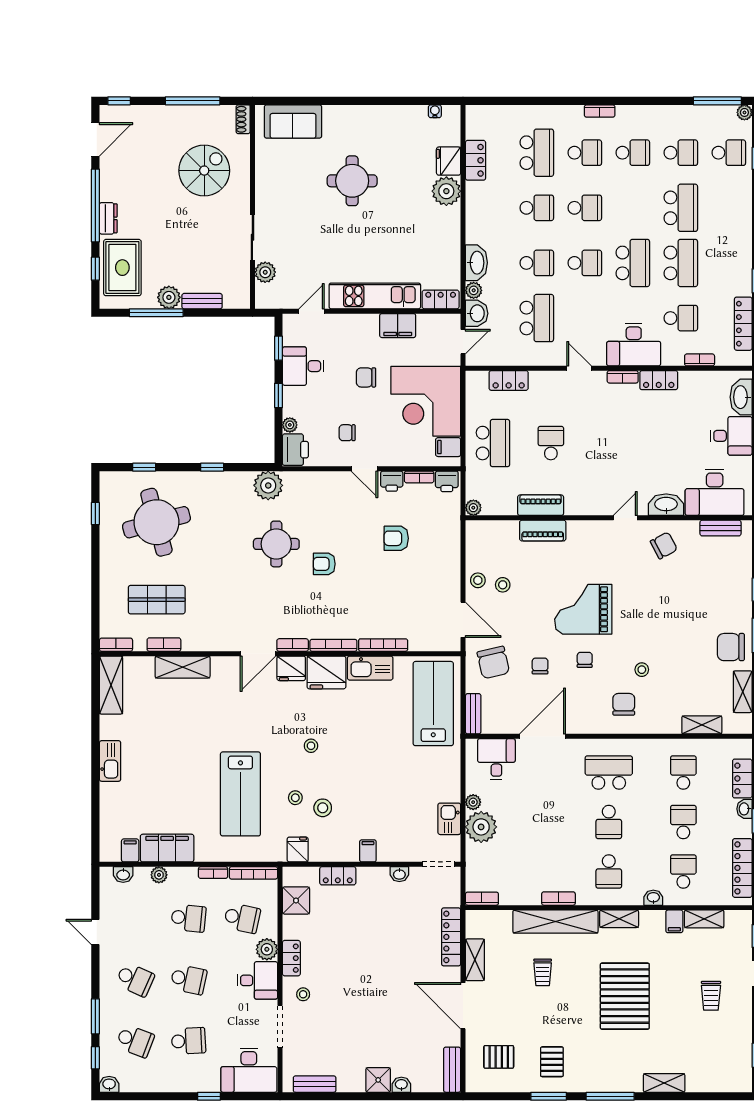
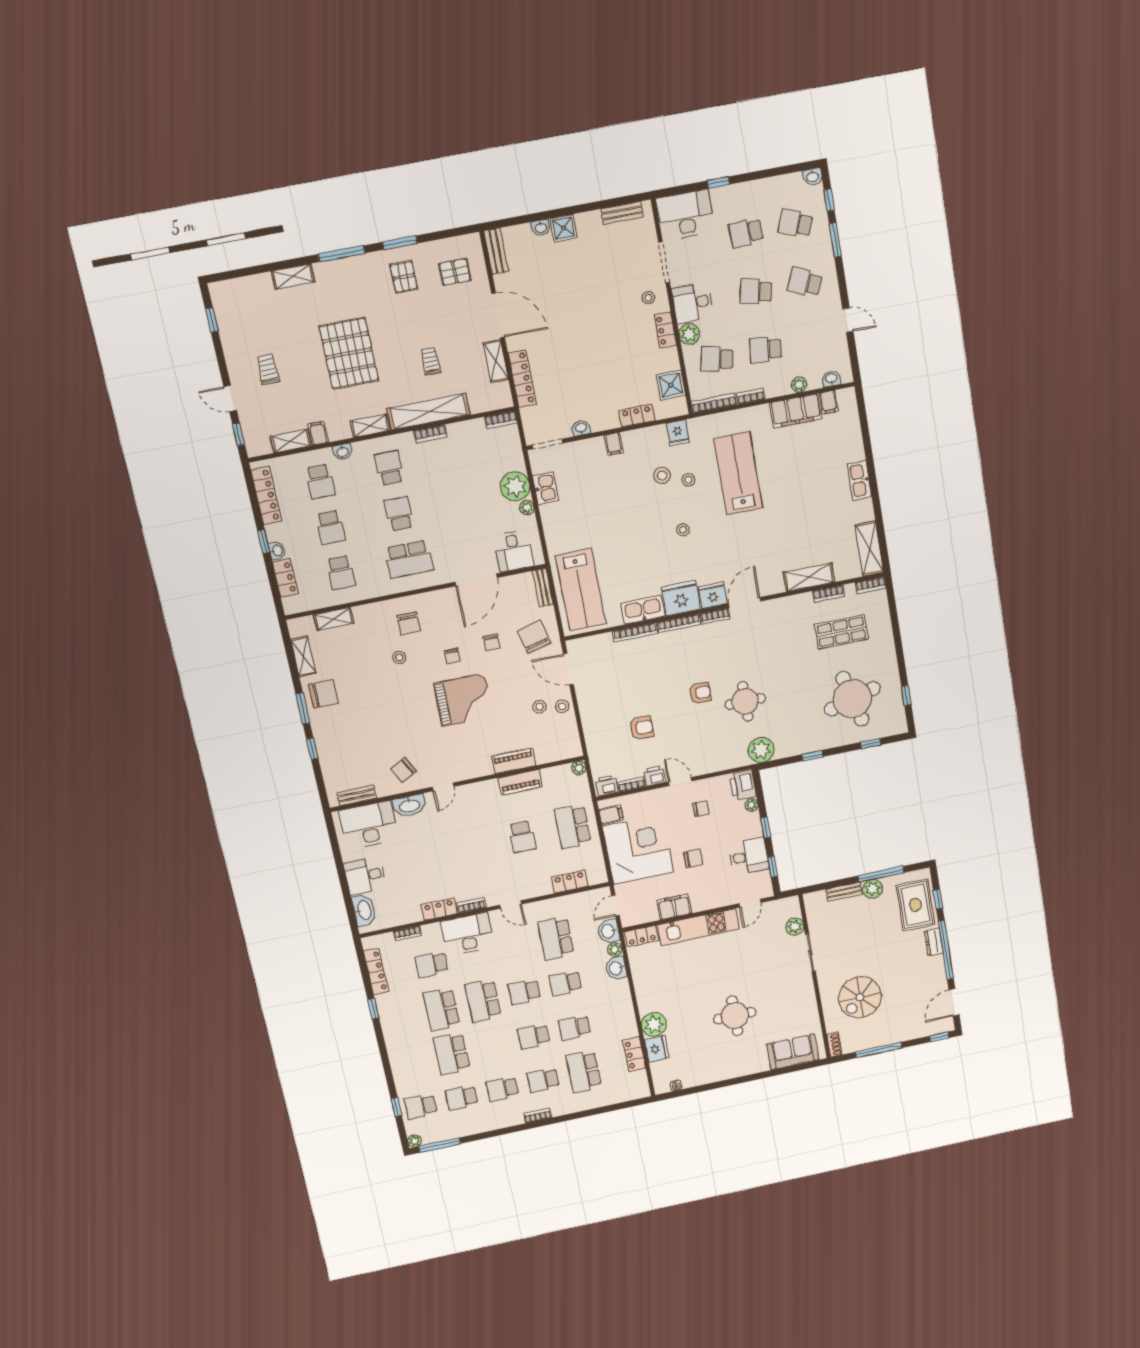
washbasin: (476, 263) -> (616, 968), width x0.72

